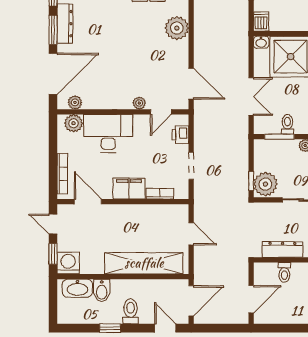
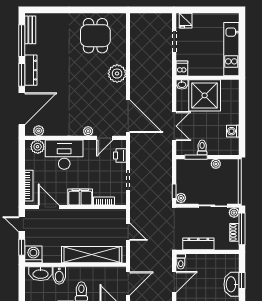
door: (191, 84) -> (128, 116), width x1.36
plant: (265, 184) -> (181, 198), width x0.53, depth x0.53
toilet: (284, 272) -> (181, 261), moved

